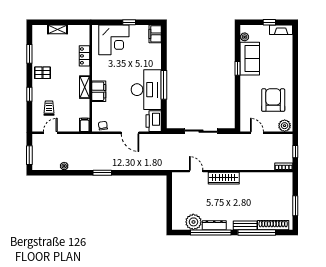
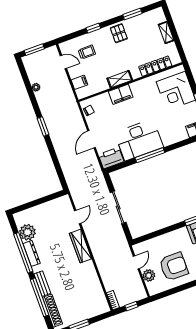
locker: (85, 56) -> (155, 66), width x1.53
filing cabinet: (85, 125) -> (79, 82), moved
plant: (285, 126) -> (149, 275), moved

